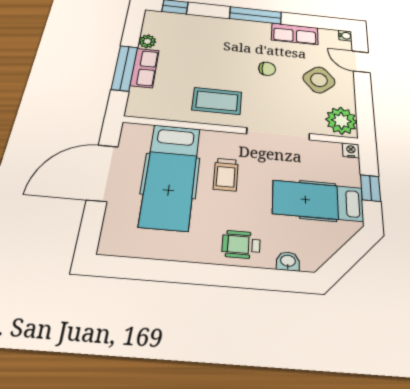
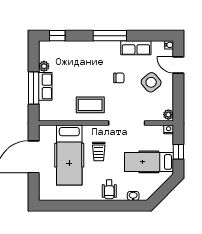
plant: (341, 121) -> (168, 115), width x0.53, depth x0.53
wheelchair: (241, 245) -> (109, 189), turned -90

